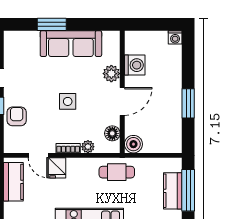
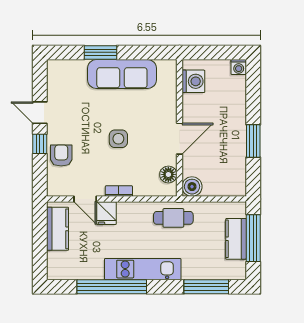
washing machine: (135, 65) -> (193, 81), moved
plant: (111, 74) -> (167, 108), removed
plant: (88, 147) -> (141, 189), removed

